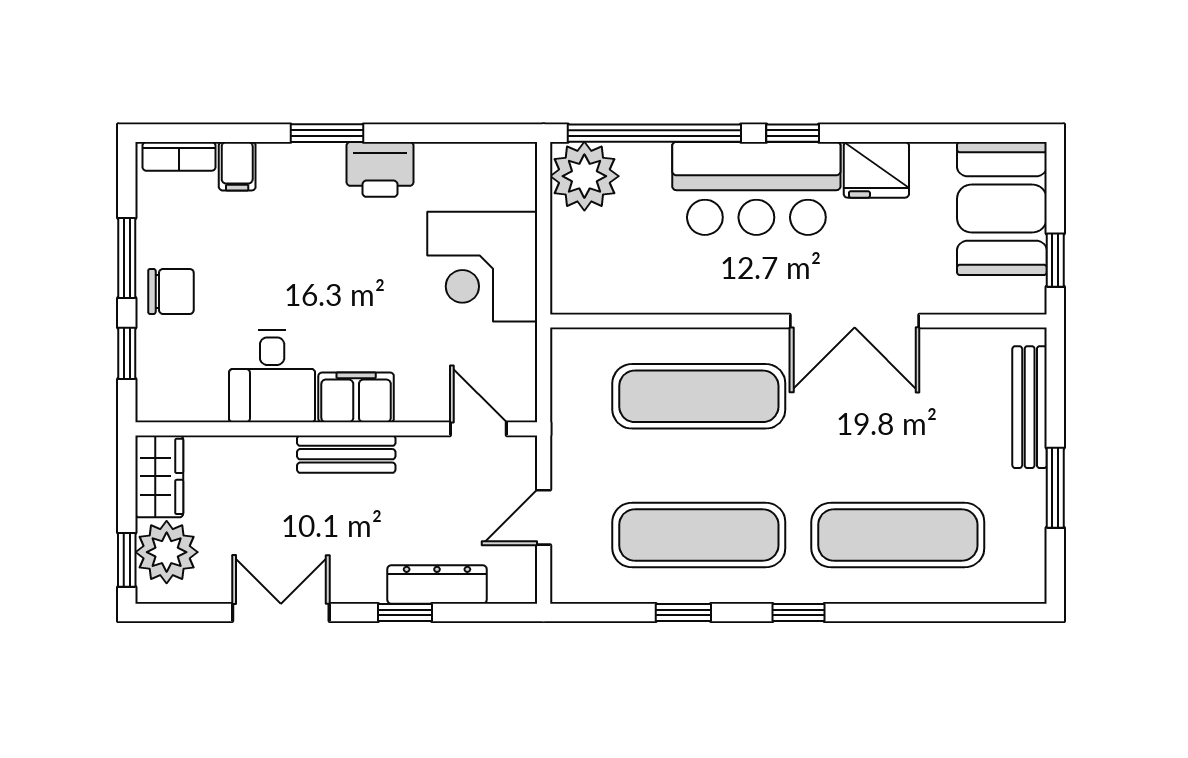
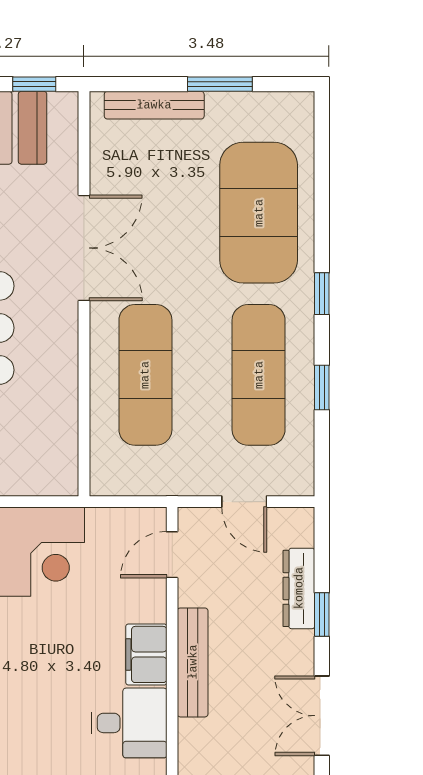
bench: (346, 454) -> (193, 662), width x1.36
exercise mat: (898, 535) -> (259, 213), width x1.47

